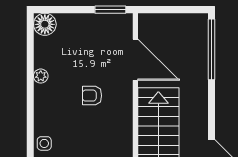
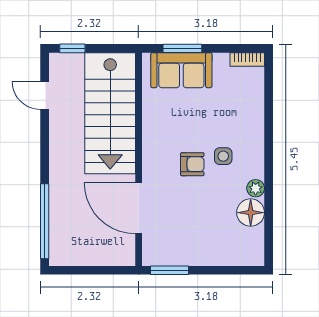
floor lamp: (45, 24) -> (251, 213), moved
side table: (44, 143) -> (223, 156), moved

